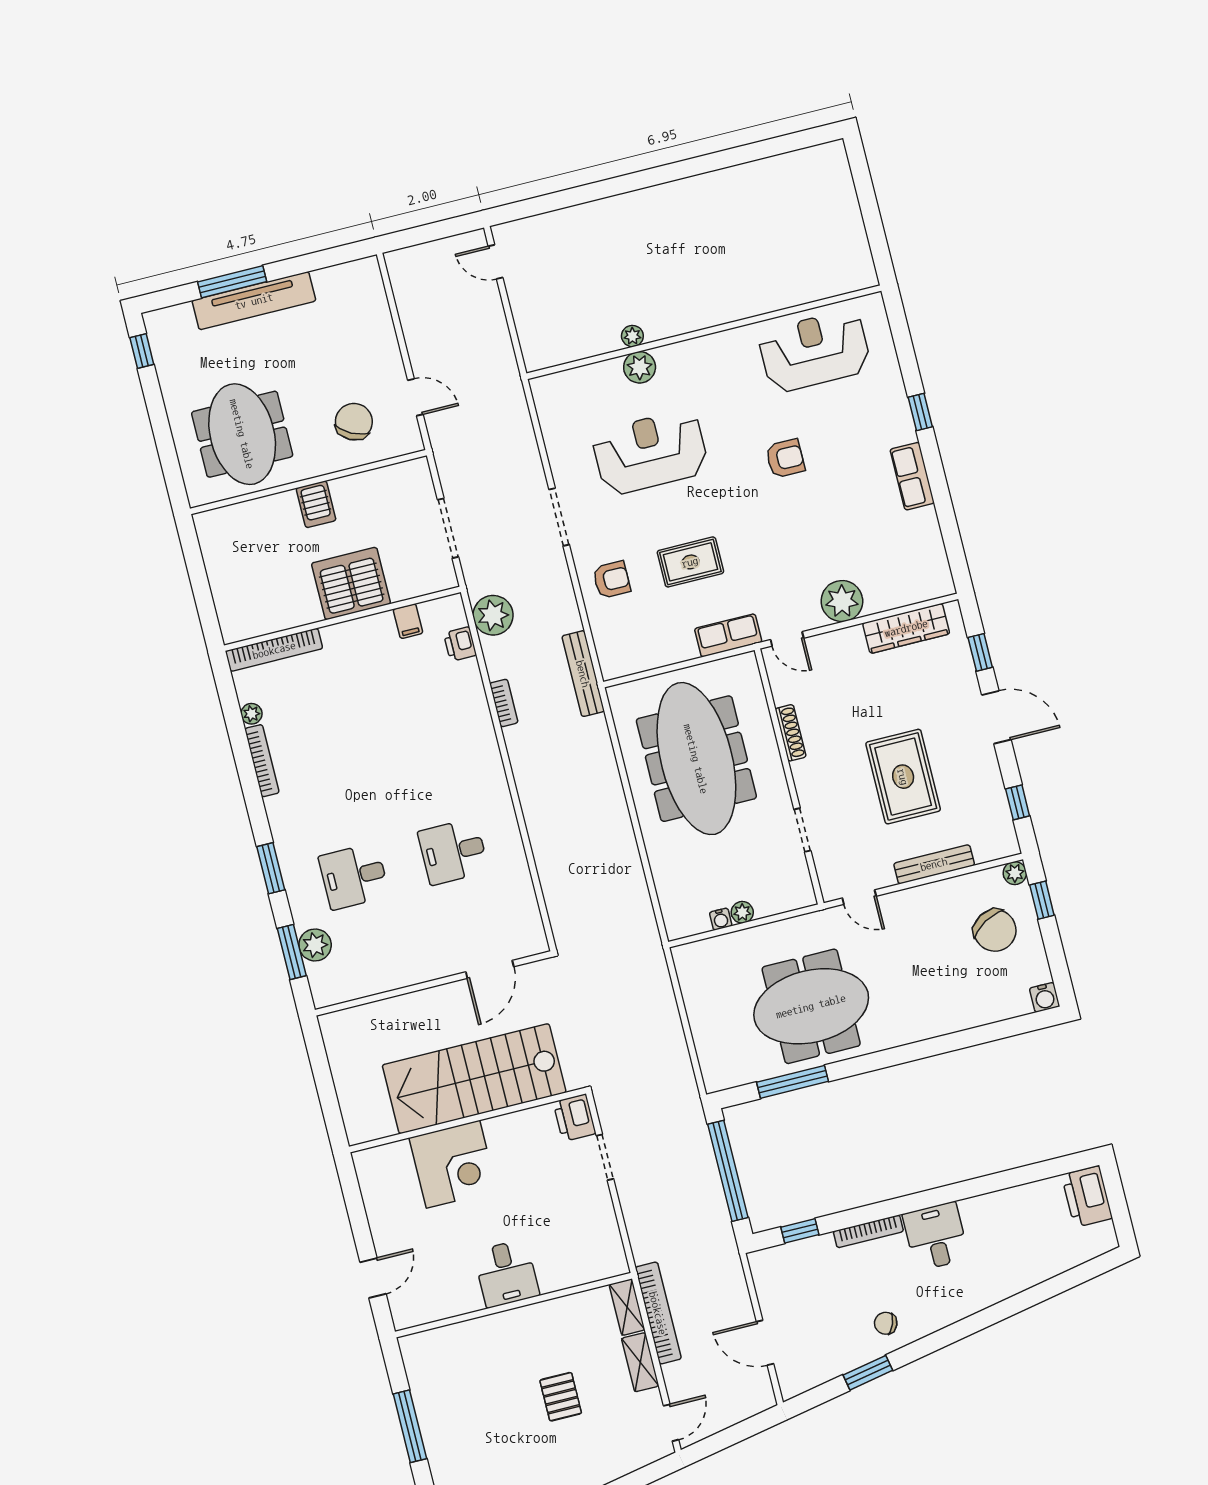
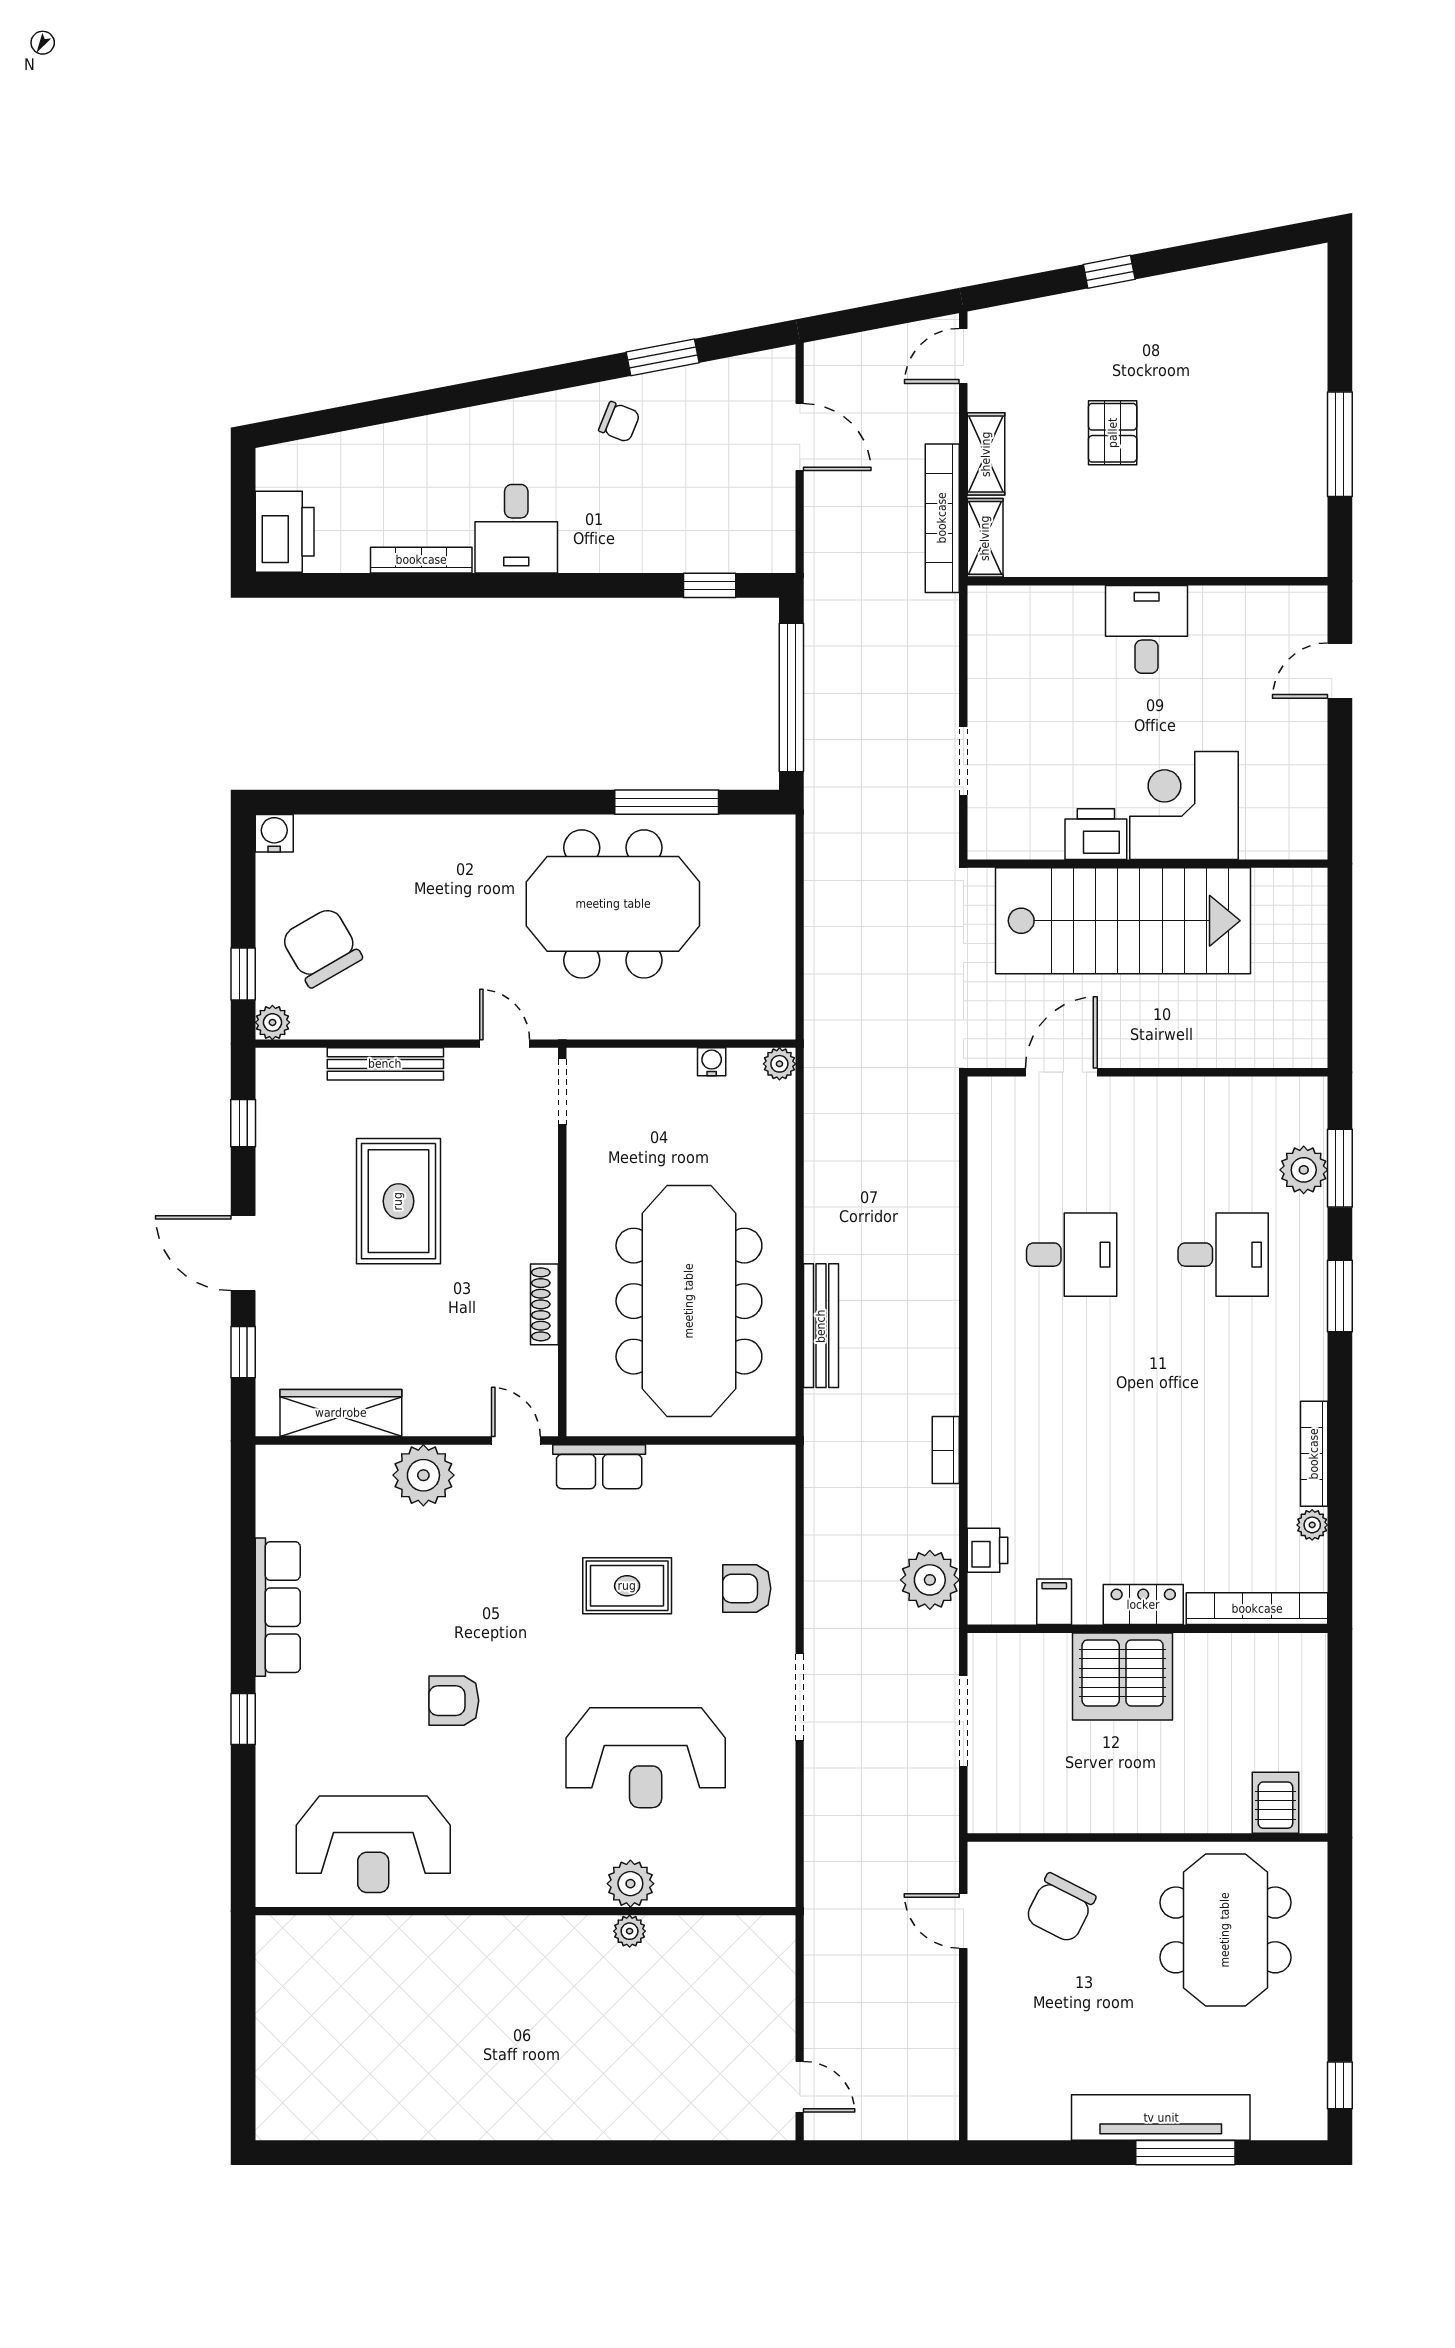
row of seats: (912, 476) -> (278, 1607), width x1.48
server rack: (316, 504) -> (1275, 1803), moved
locker: (349, 634) -> (1143, 1605), added
bench: (583, 674) -> (821, 1326), moved
doorway: (802, 830) -> (562, 1092), moved
plant: (742, 912) -> (779, 1064), moved
printer: (574, 1118) -> (1096, 834), moved, turned -90
bookcase: (868, 1231) -> (421, 560), moved

